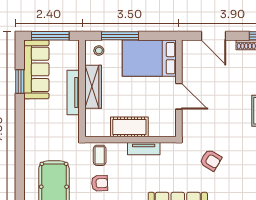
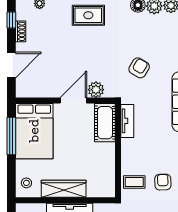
window: (120, 36) -> (11, 136), moved
plant: (190, 118) -> (96, 90), added
cot: (129, 127) -> (105, 123), moved
tv unit: (144, 149) -> (127, 121), moved

